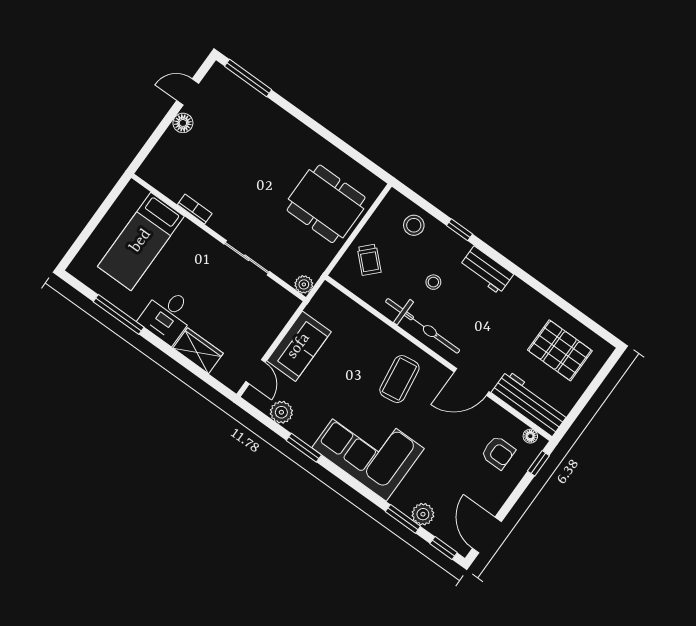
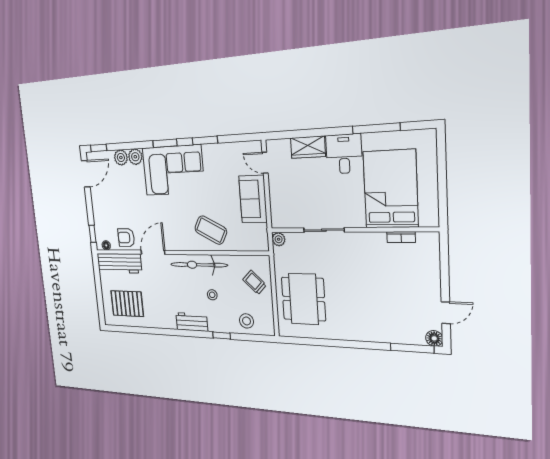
floor lamp: (183, 123) -> (434, 338), moved
dining table: (326, 204) -> (303, 299), turned 90
bookcase: (195, 209) -> (401, 237), moved
bed: (141, 241) -> (390, 189), width x1.50
coffee table: (399, 379) -> (211, 230), moved, turned -54
plant: (281, 412) -> (135, 157), moved
armchair: (498, 453) -> (126, 238), moved
window: (403, 519) -> (165, 143), moved
door: (487, 535) -> (86, 174), hinge flipped

